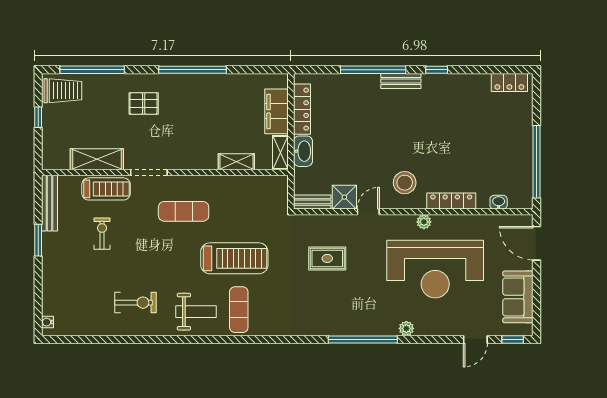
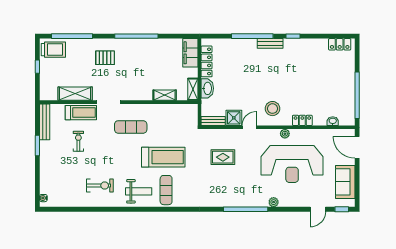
filing cabinet: (277, 111) -> (190, 53), moved
locker: (451, 201) -> (302, 120), width x0.66

